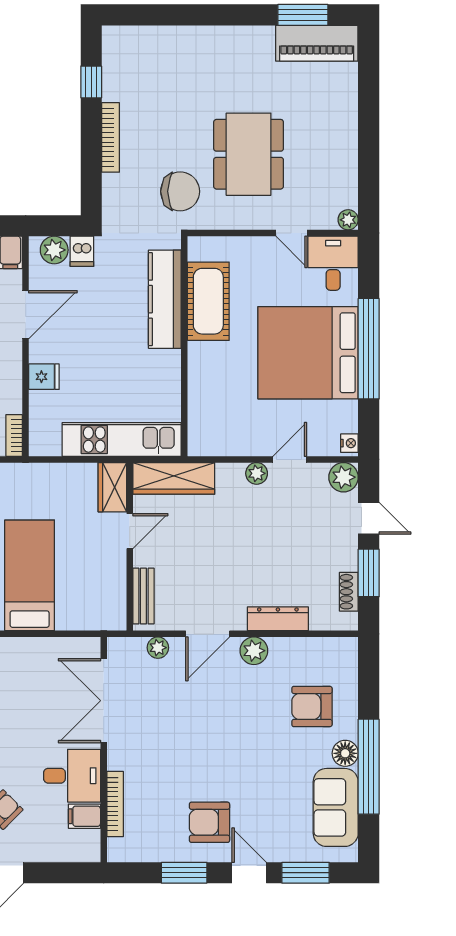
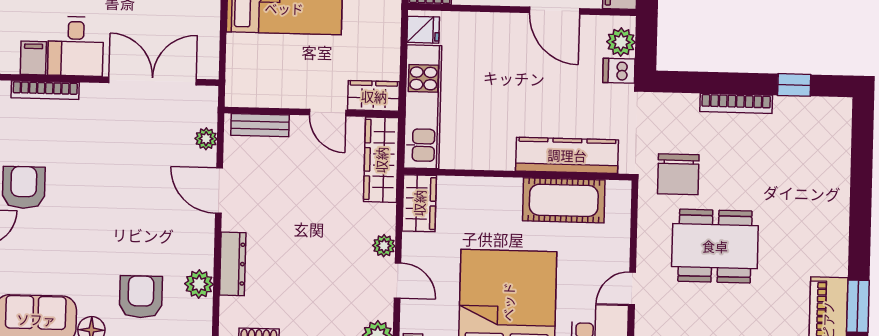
fridge: (44, 377) -> (423, 30), moved, turned -90
wardrobe: (215, 440) -> (419, 203), added
plant: (254, 651) -> (199, 284), moved

